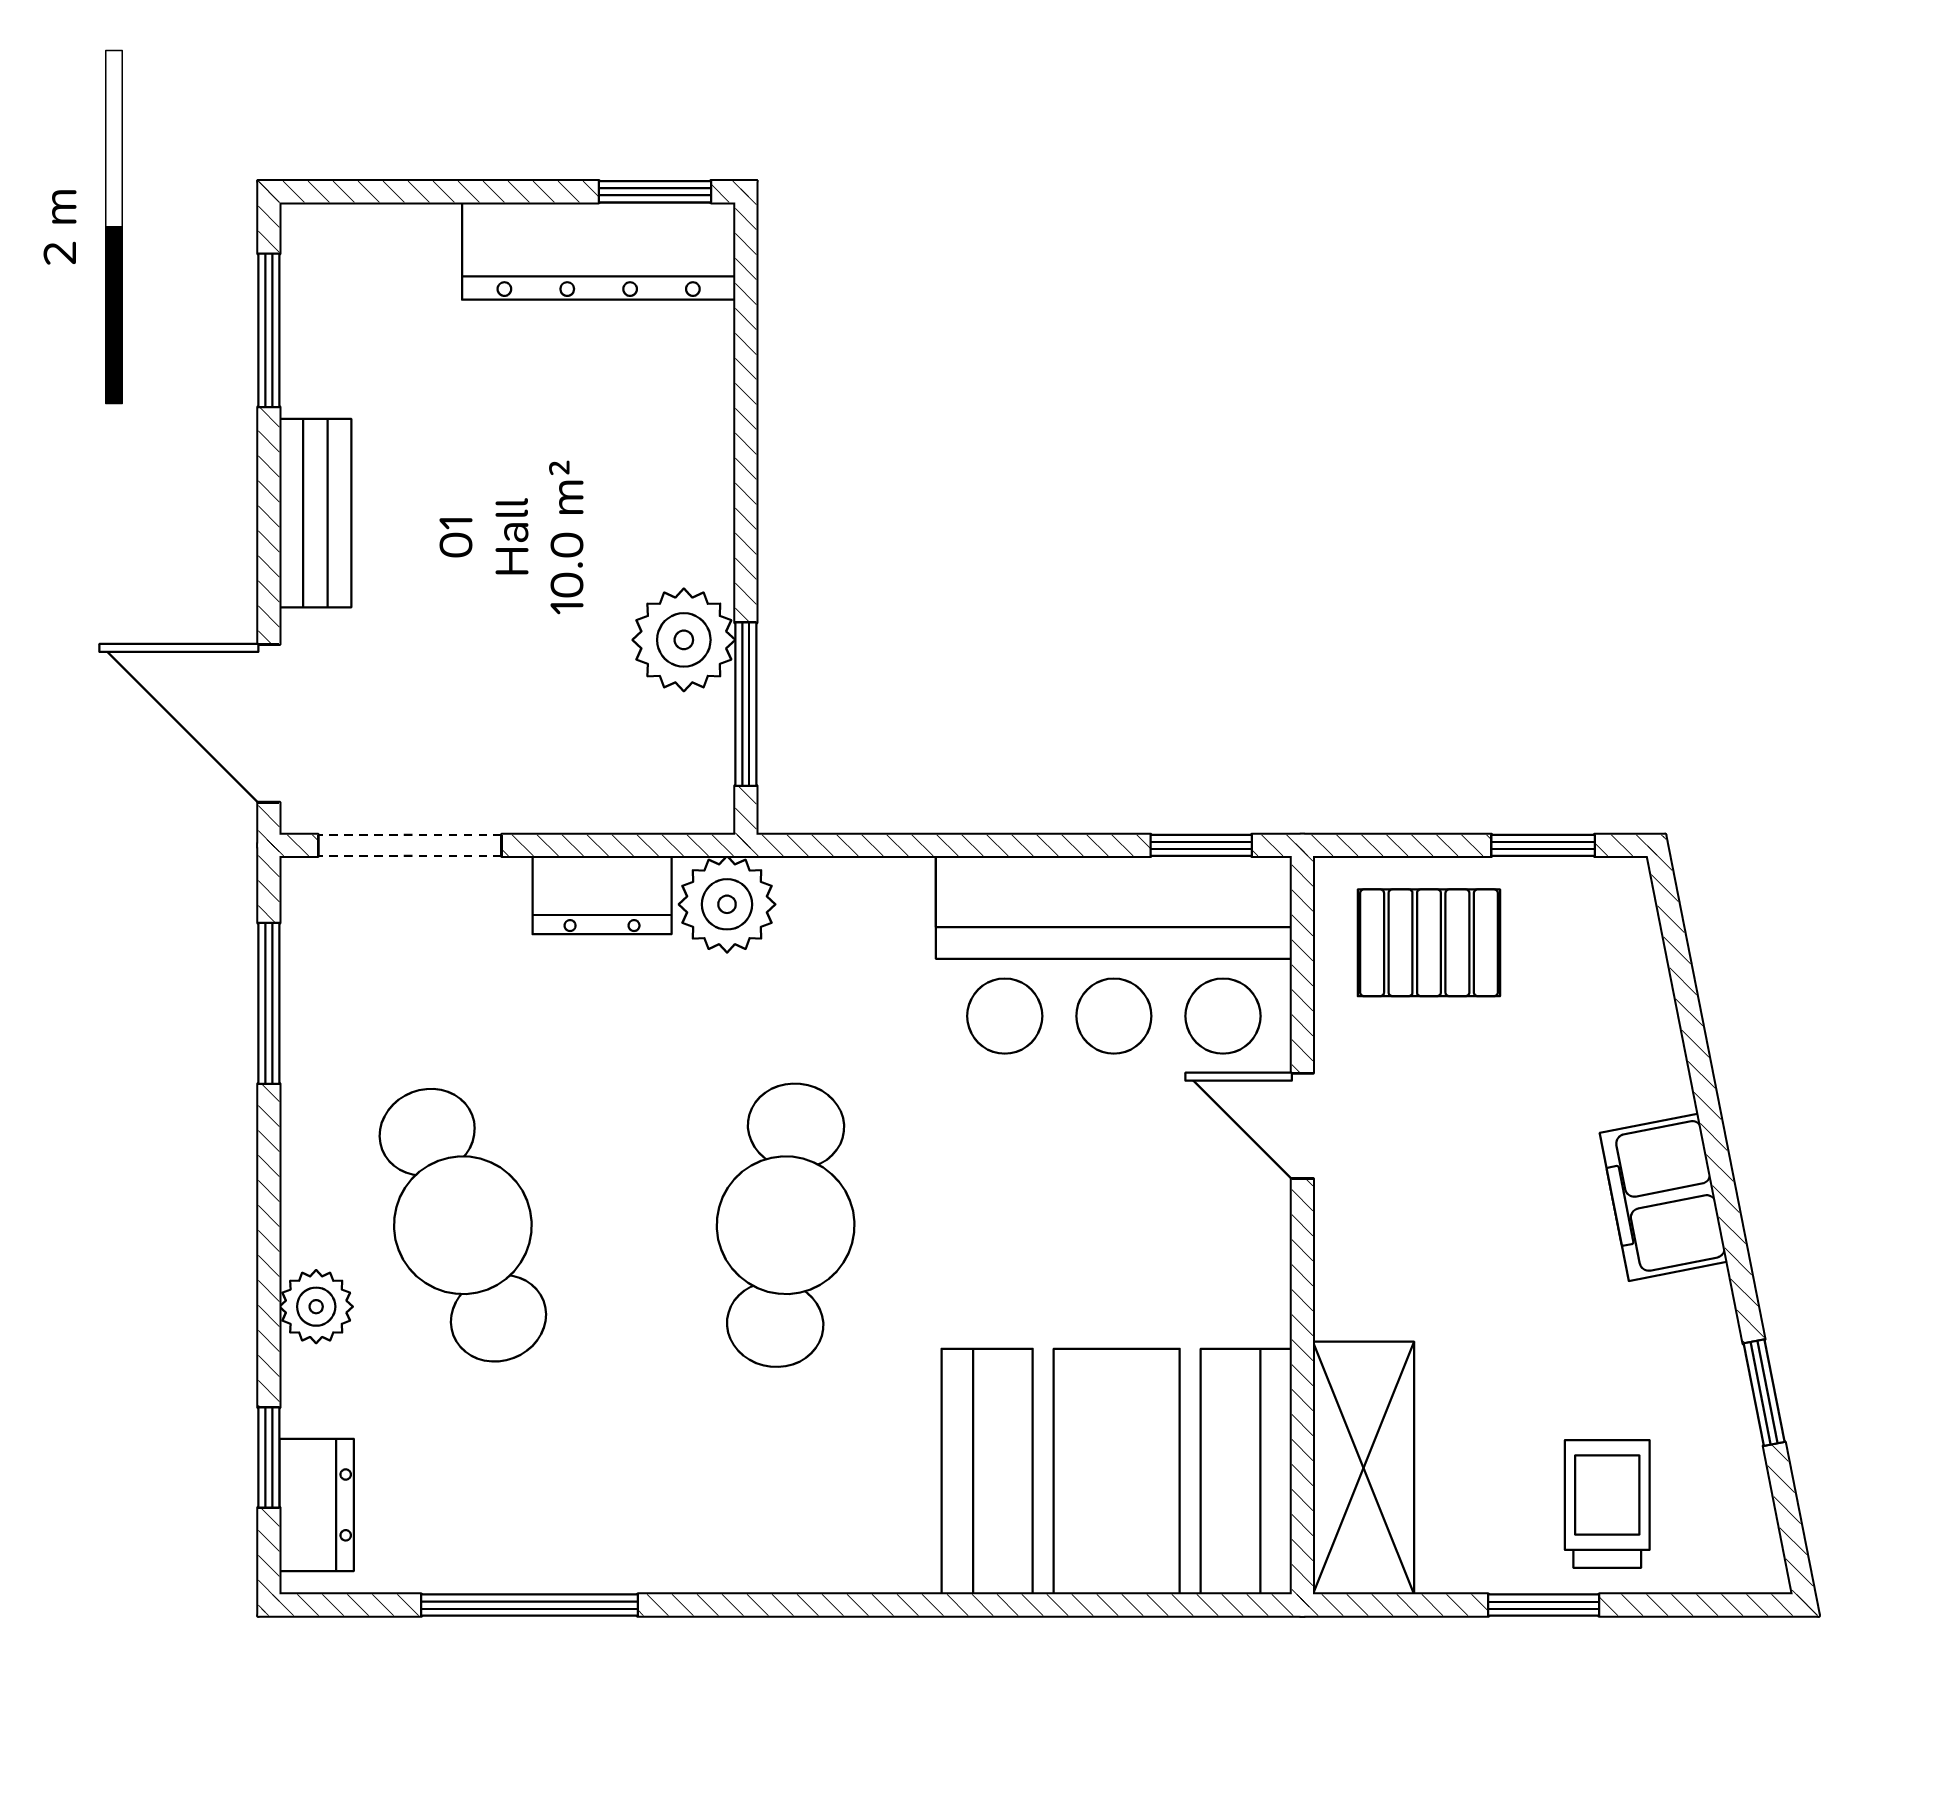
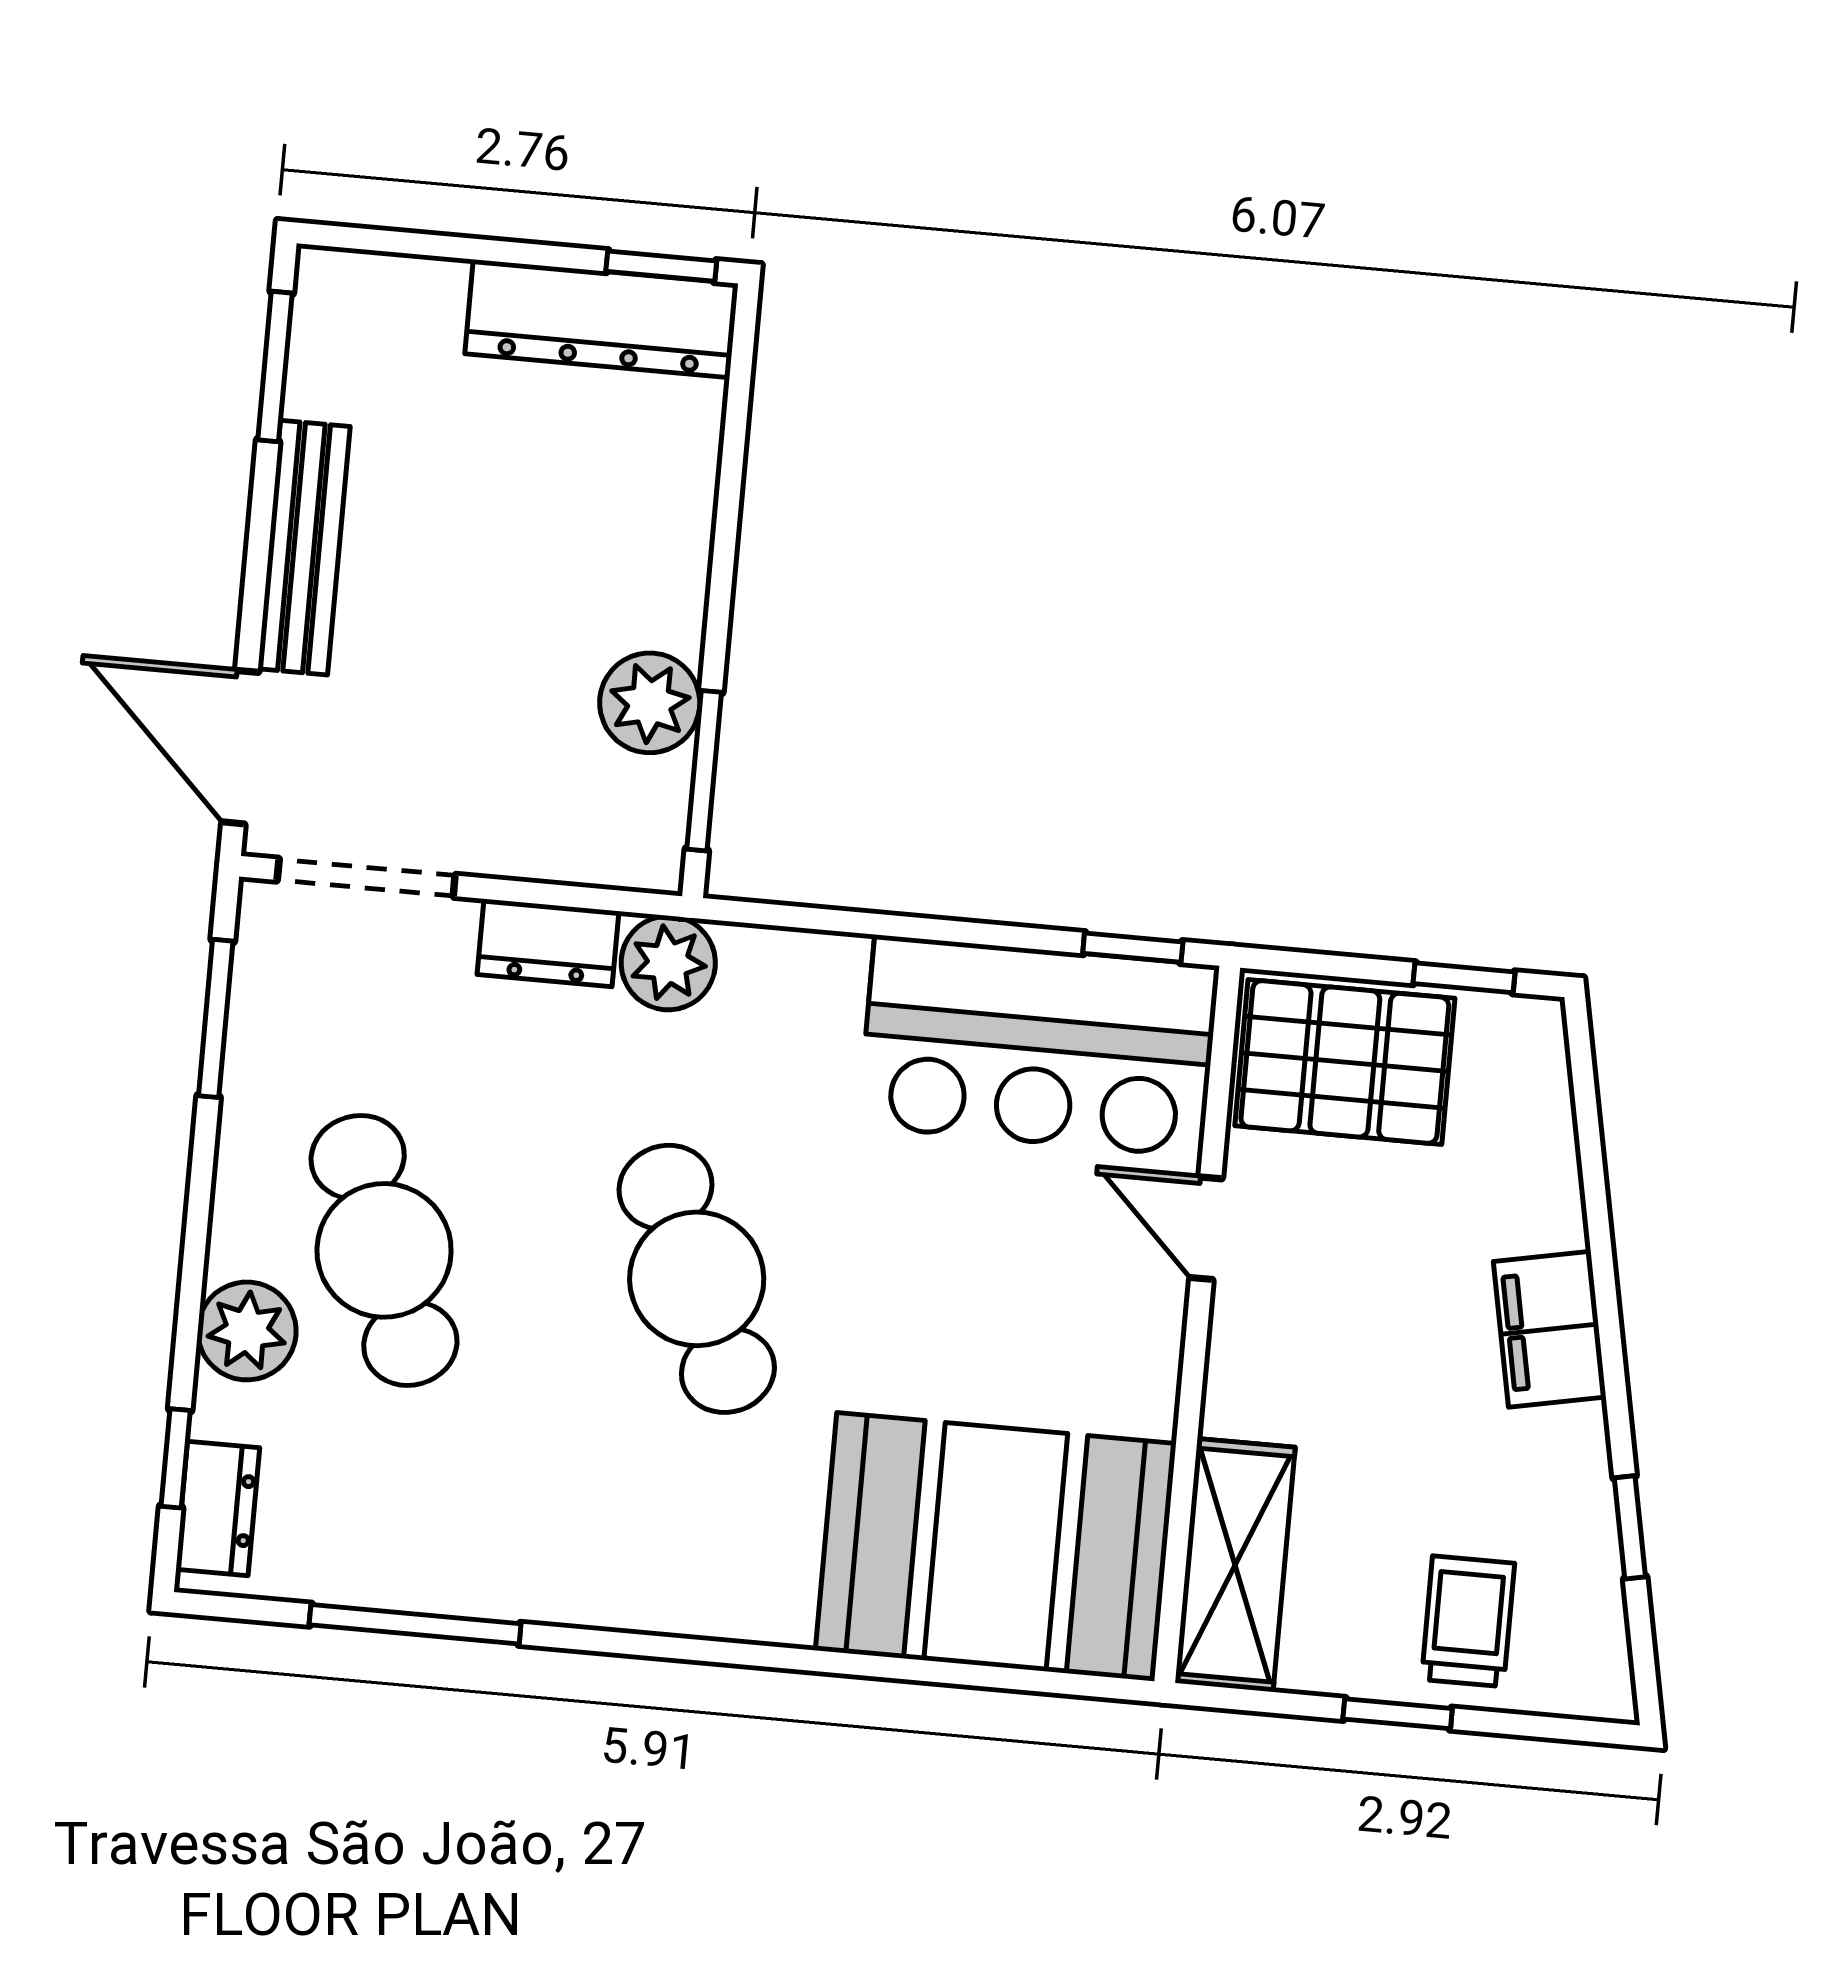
bench: (315, 513) -> (304, 548), width x1.36
pallet: (1429, 943) -> (1345, 1062), width x1.50, depth x1.42
cafe table: (786, 1225) -> (697, 1279), turned -30
plant: (316, 1307) -> (247, 1331), width x1.38, depth x1.38

